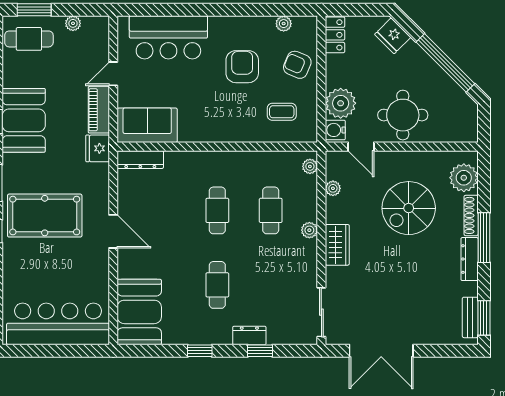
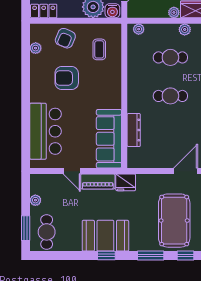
sofa: (147, 125) -> (109, 139), width x1.36
dresser: (140, 160) -> (134, 130), moved
plant: (333, 188) -> (174, 12), moved

